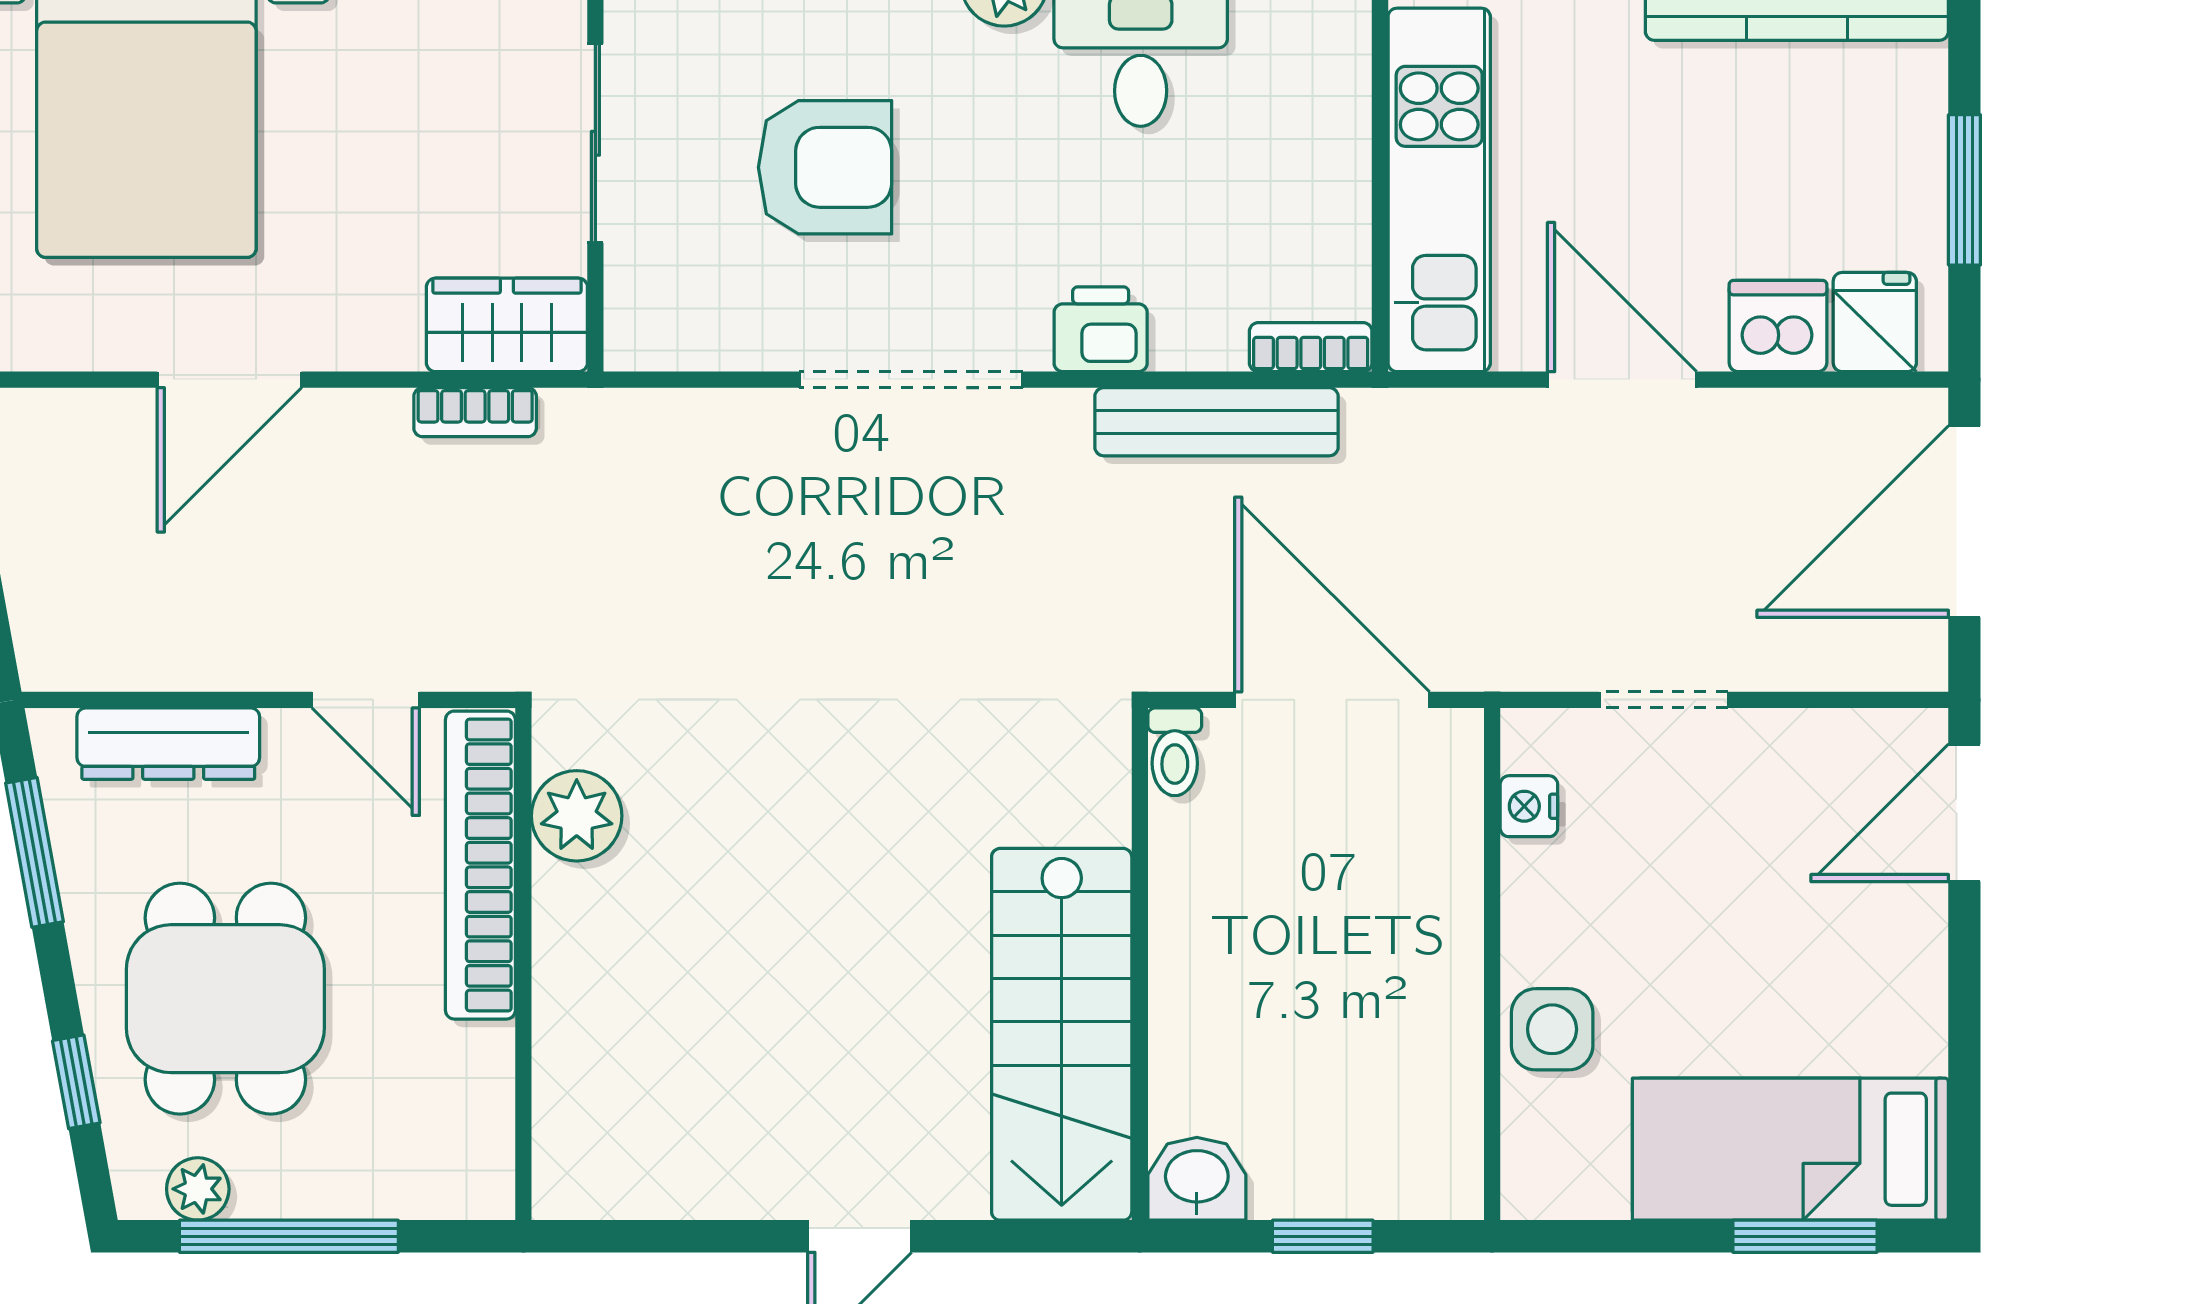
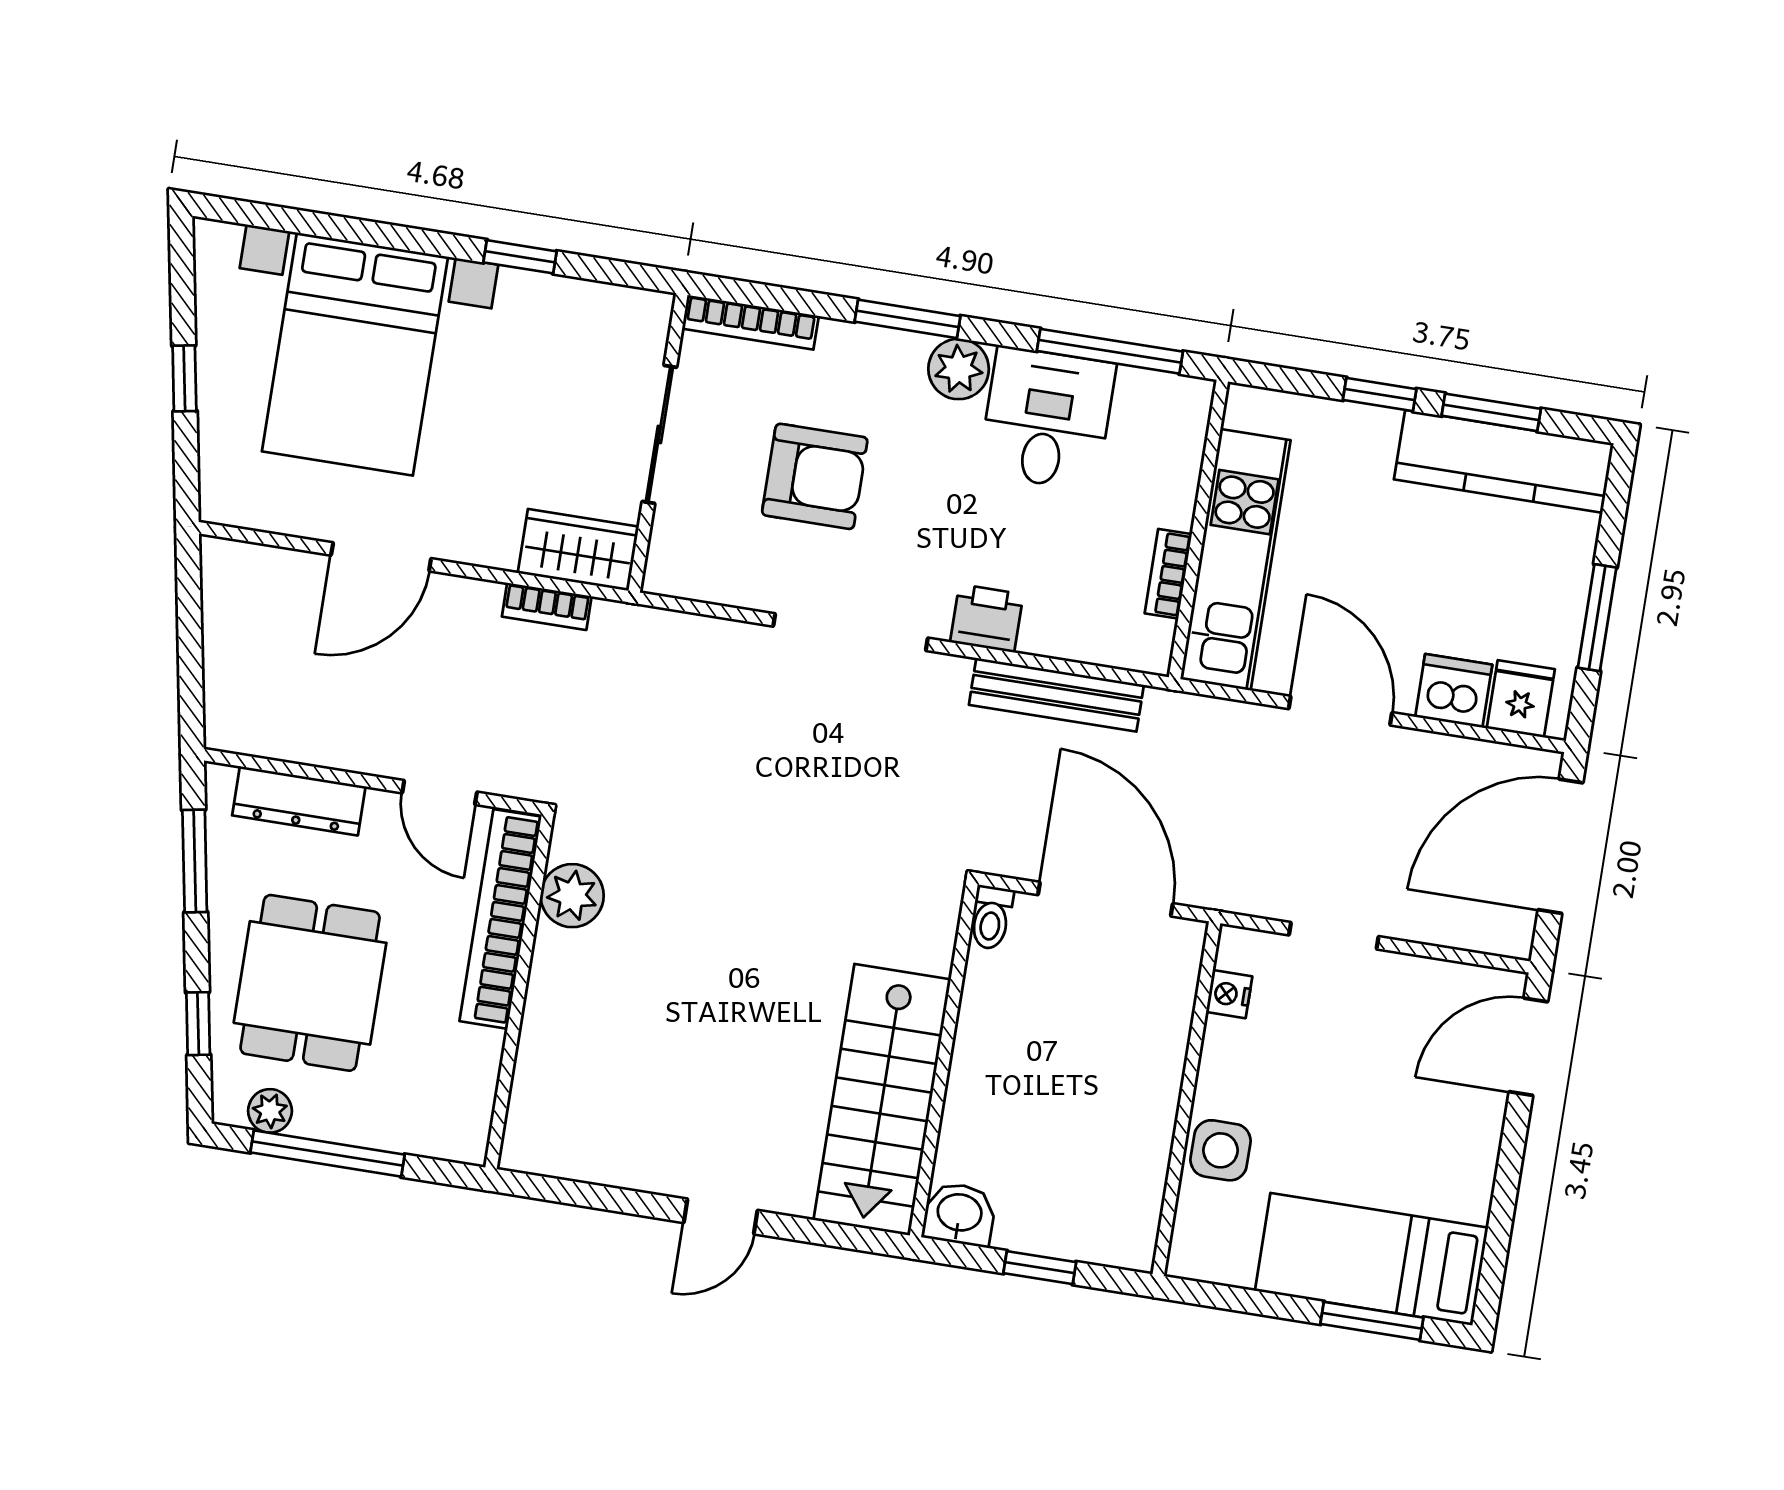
bookcase: (1311, 347) -> (1168, 574), moved, turned -90

